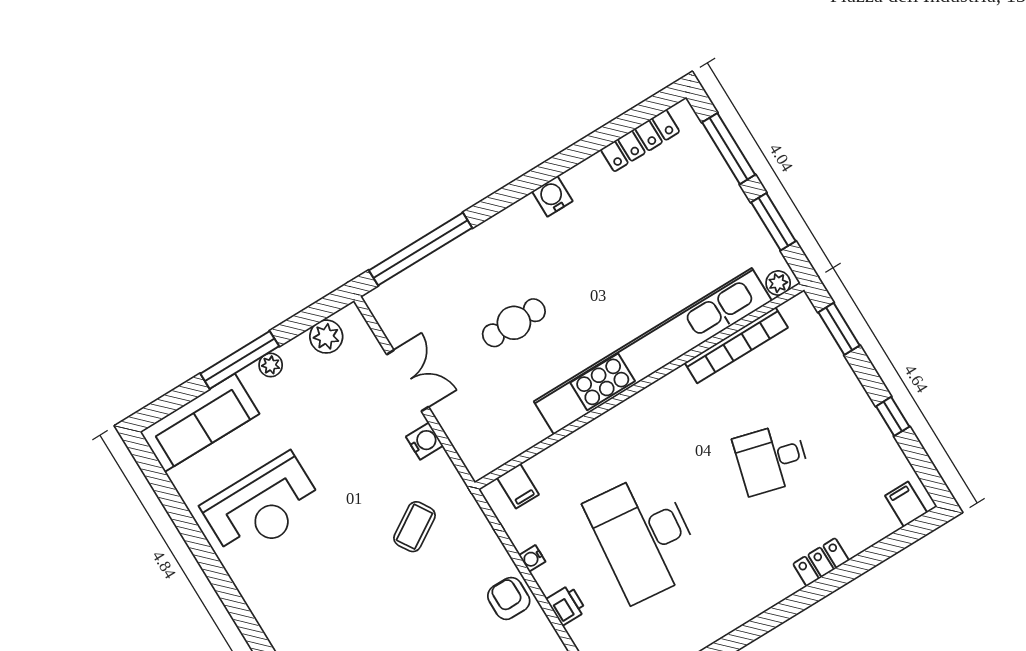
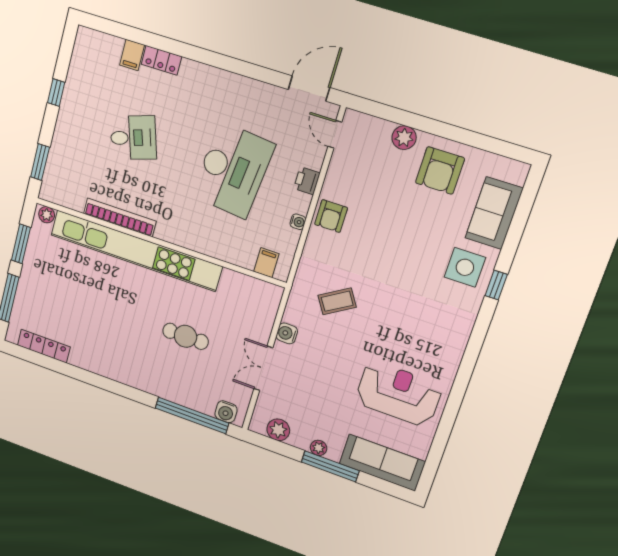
water cooler: (552, 196) -> (226, 412), moved
bookcase: (736, 345) -> (120, 217), moved
desk: (771, 459) -> (133, 138), turned -33
filing cabinet: (906, 504) -> (132, 55), moved

